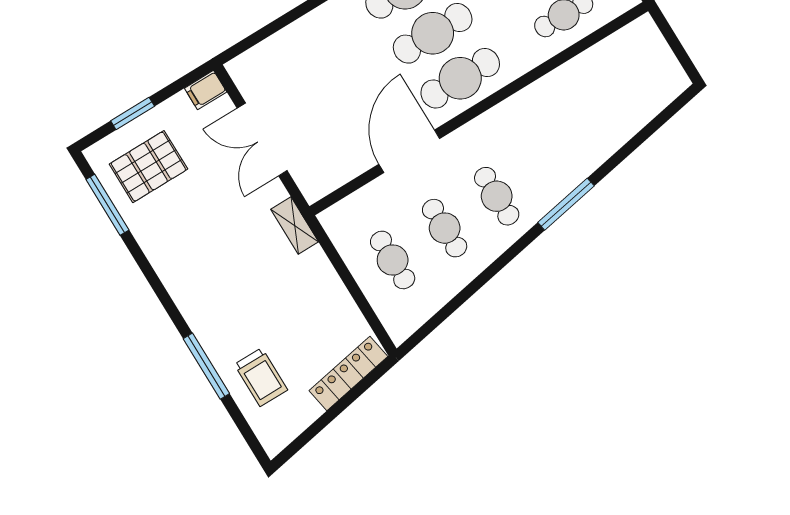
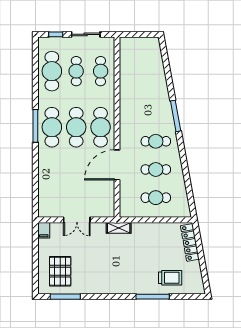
window: (133, 114) -> (35, 265), removed
double door: (262, 139) -> (77, 220), width x0.73
door: (409, 151) -> (117, 165), hinge flipped

